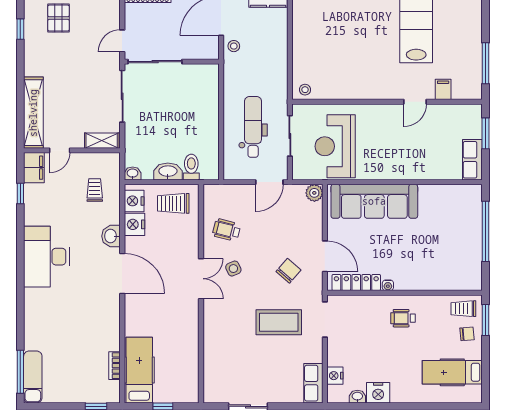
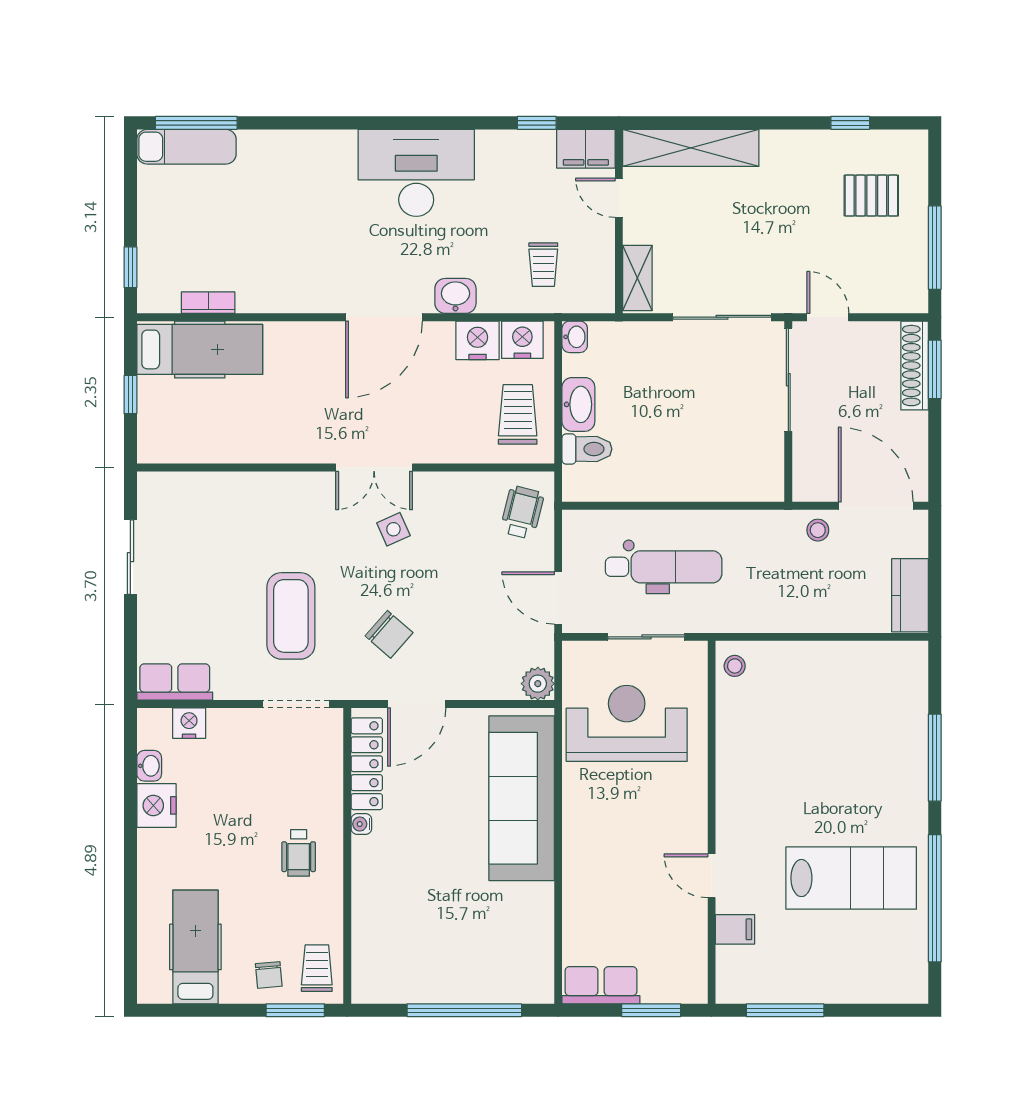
trolley: (95, 190) -> (543, 265), turned 90
wheelchair: (226, 230) -> (522, 512), moved
wheelchair: (403, 318) -> (299, 853), turned 180

